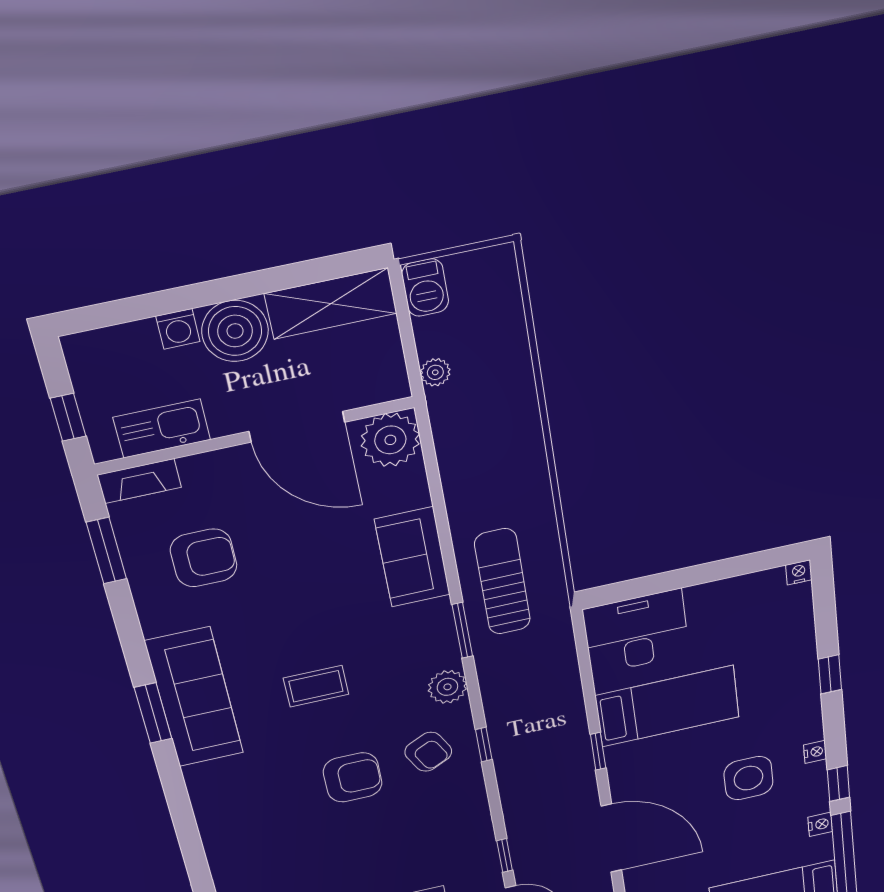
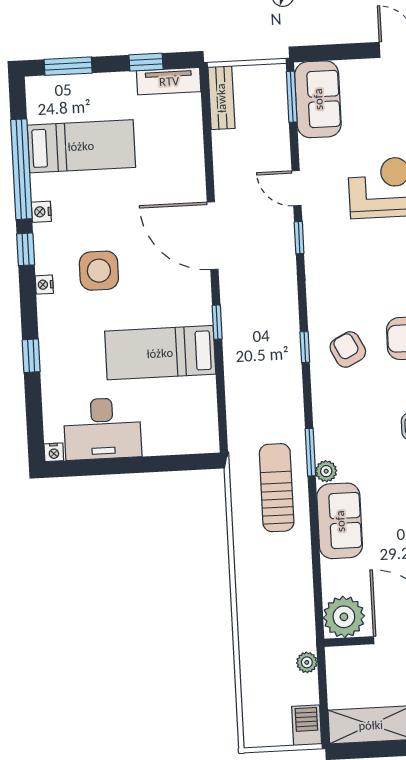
sun lounger: (503, 582) -> (277, 488), turned 180
desk: (636, 632) -> (102, 429), moved
plant: (447, 687) -> (326, 471), moved, width x0.73, depth x0.73

